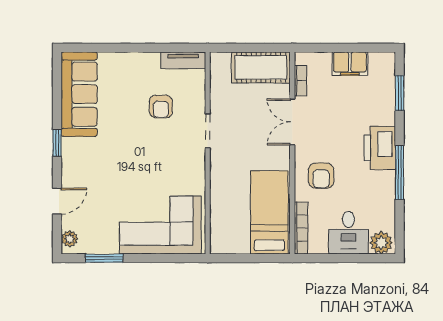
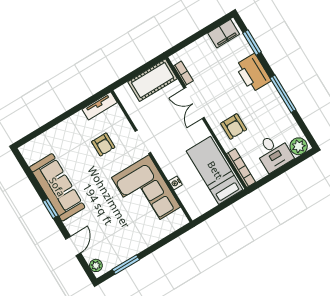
filing cabinet: (350, 64) -> (224, 34), moved
sofa: (79, 94) -> (57, 187), moved
printer: (380, 148) -> (253, 73), moved
nightstand: (216, 200) -> (175, 183), added
corner sofa: (160, 225) -> (146, 192), moved, turned -90

